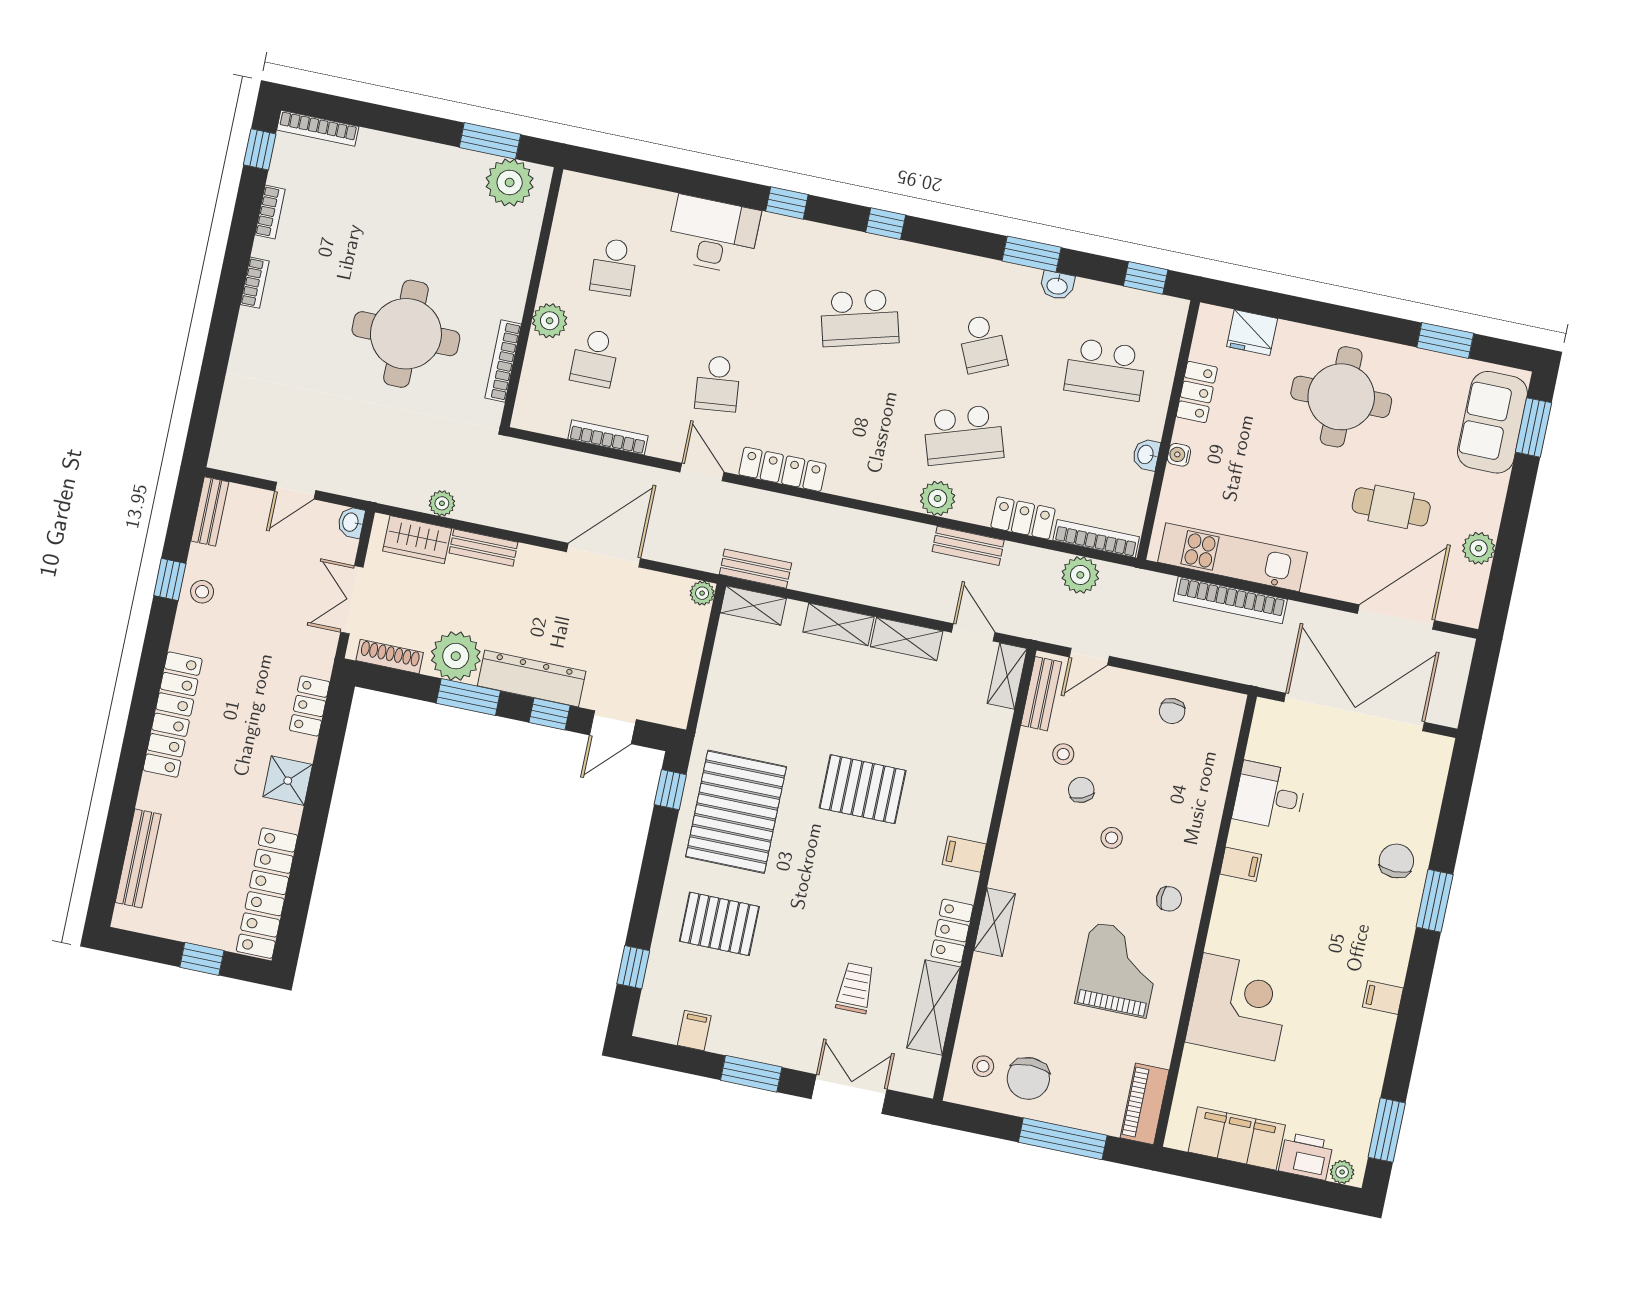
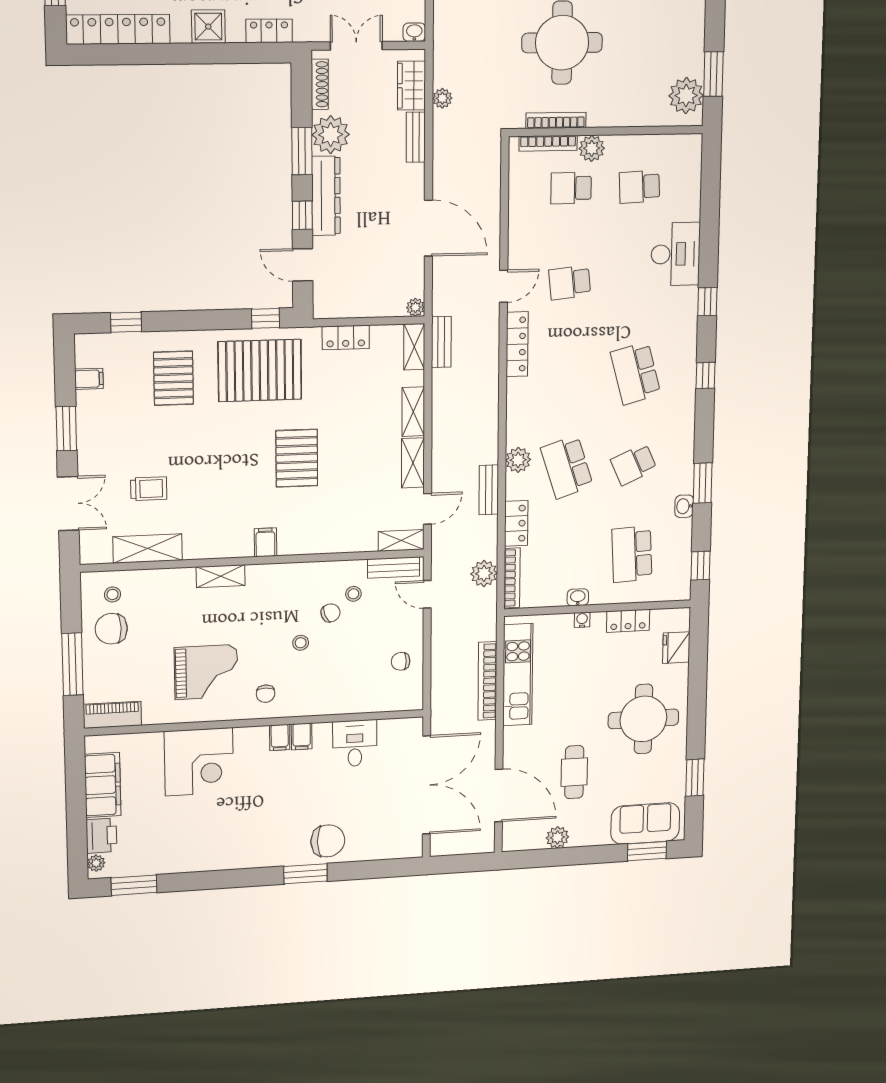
bookcase: (608, 437) -> (548, 143), moved, turned 90
chair: (1396, 861) -> (328, 841), width x1.37, depth x1.37
locker: (952, 931) -> (346, 337), moved, turned 180
filing cabinet: (1383, 998) -> (280, 737), moved, turned 180

